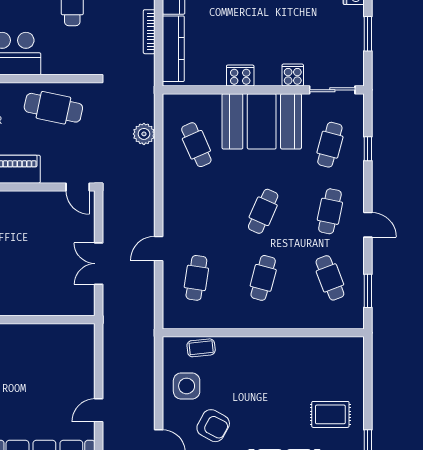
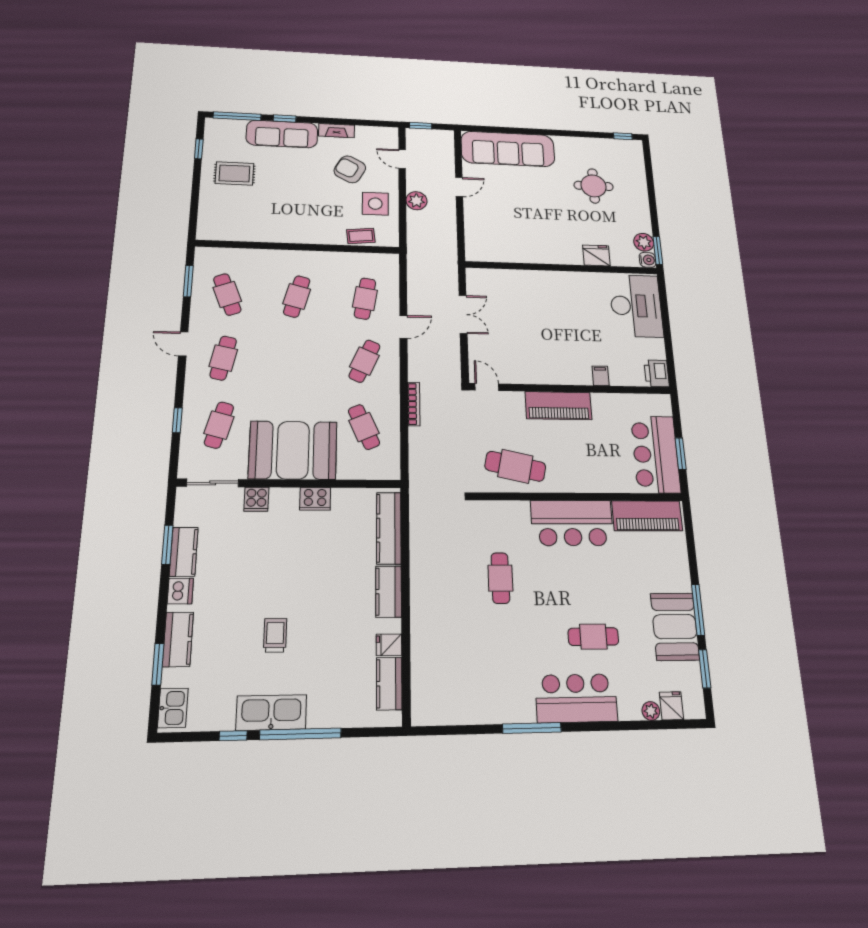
kitchen counter: (353, 28) -> (184, 552), added
bookcase: (149, 32) -> (414, 404), moved
plant: (144, 134) -> (416, 201), moved
cafe table: (263, 211) -> (364, 361), moved

